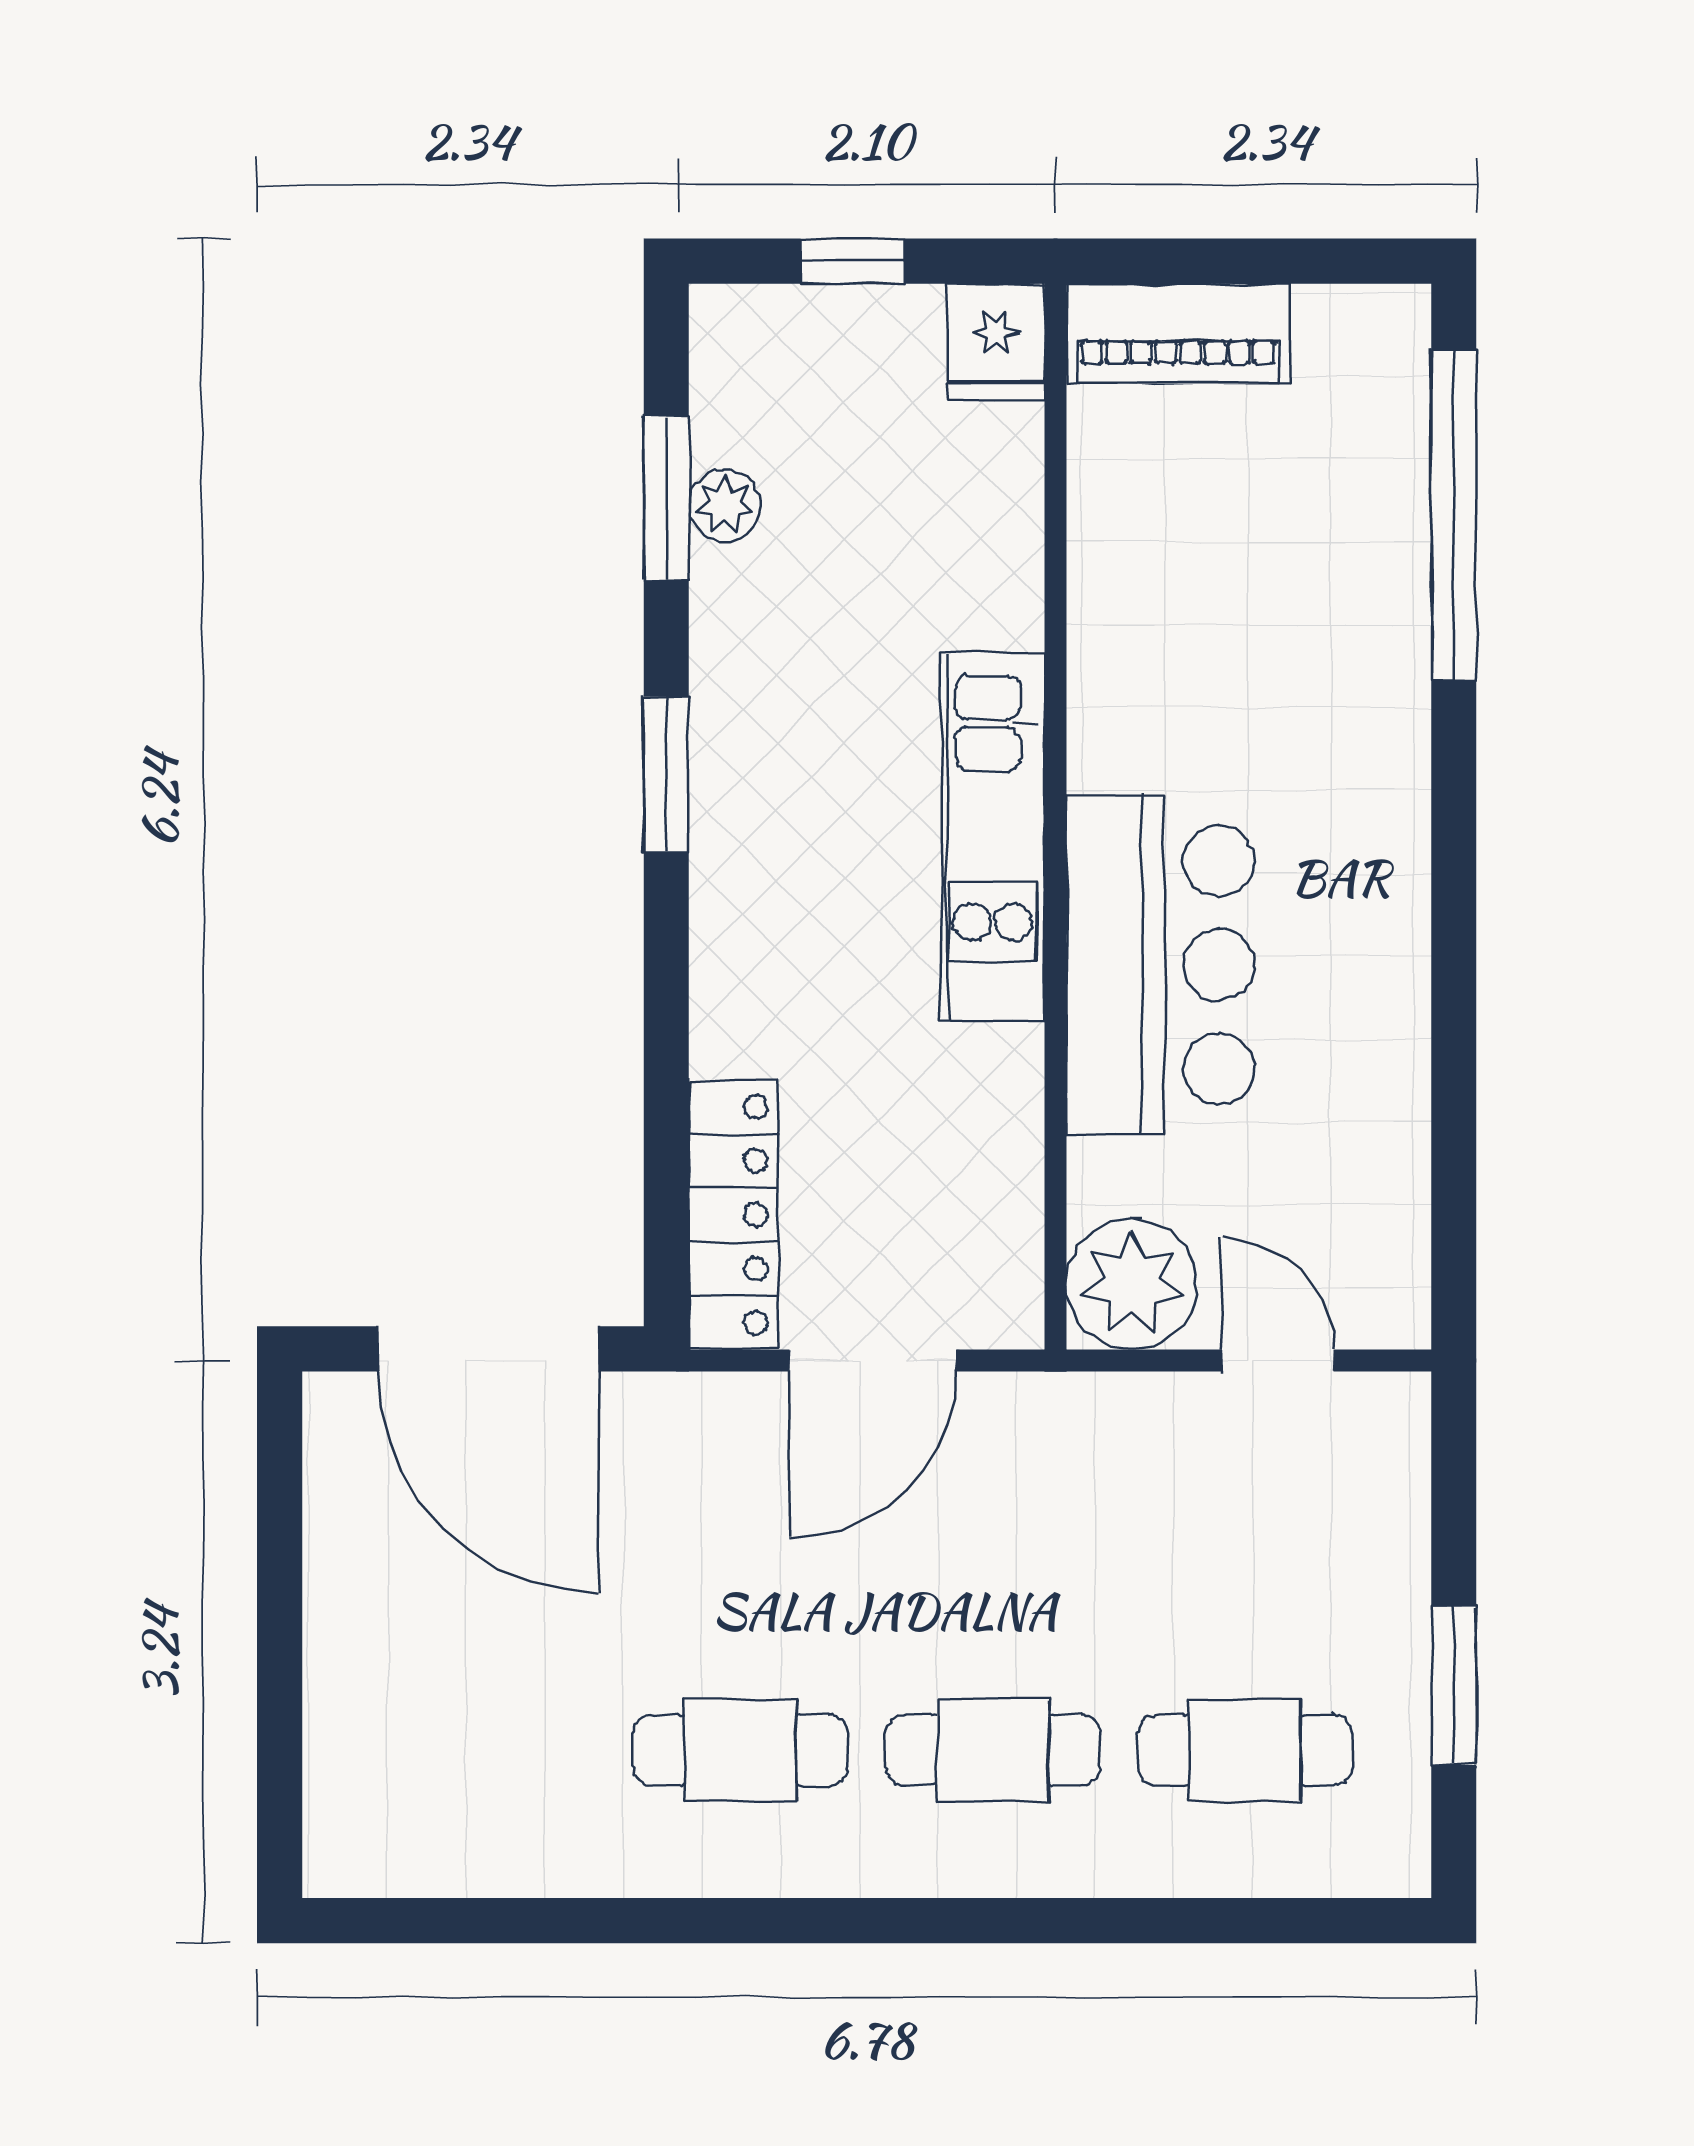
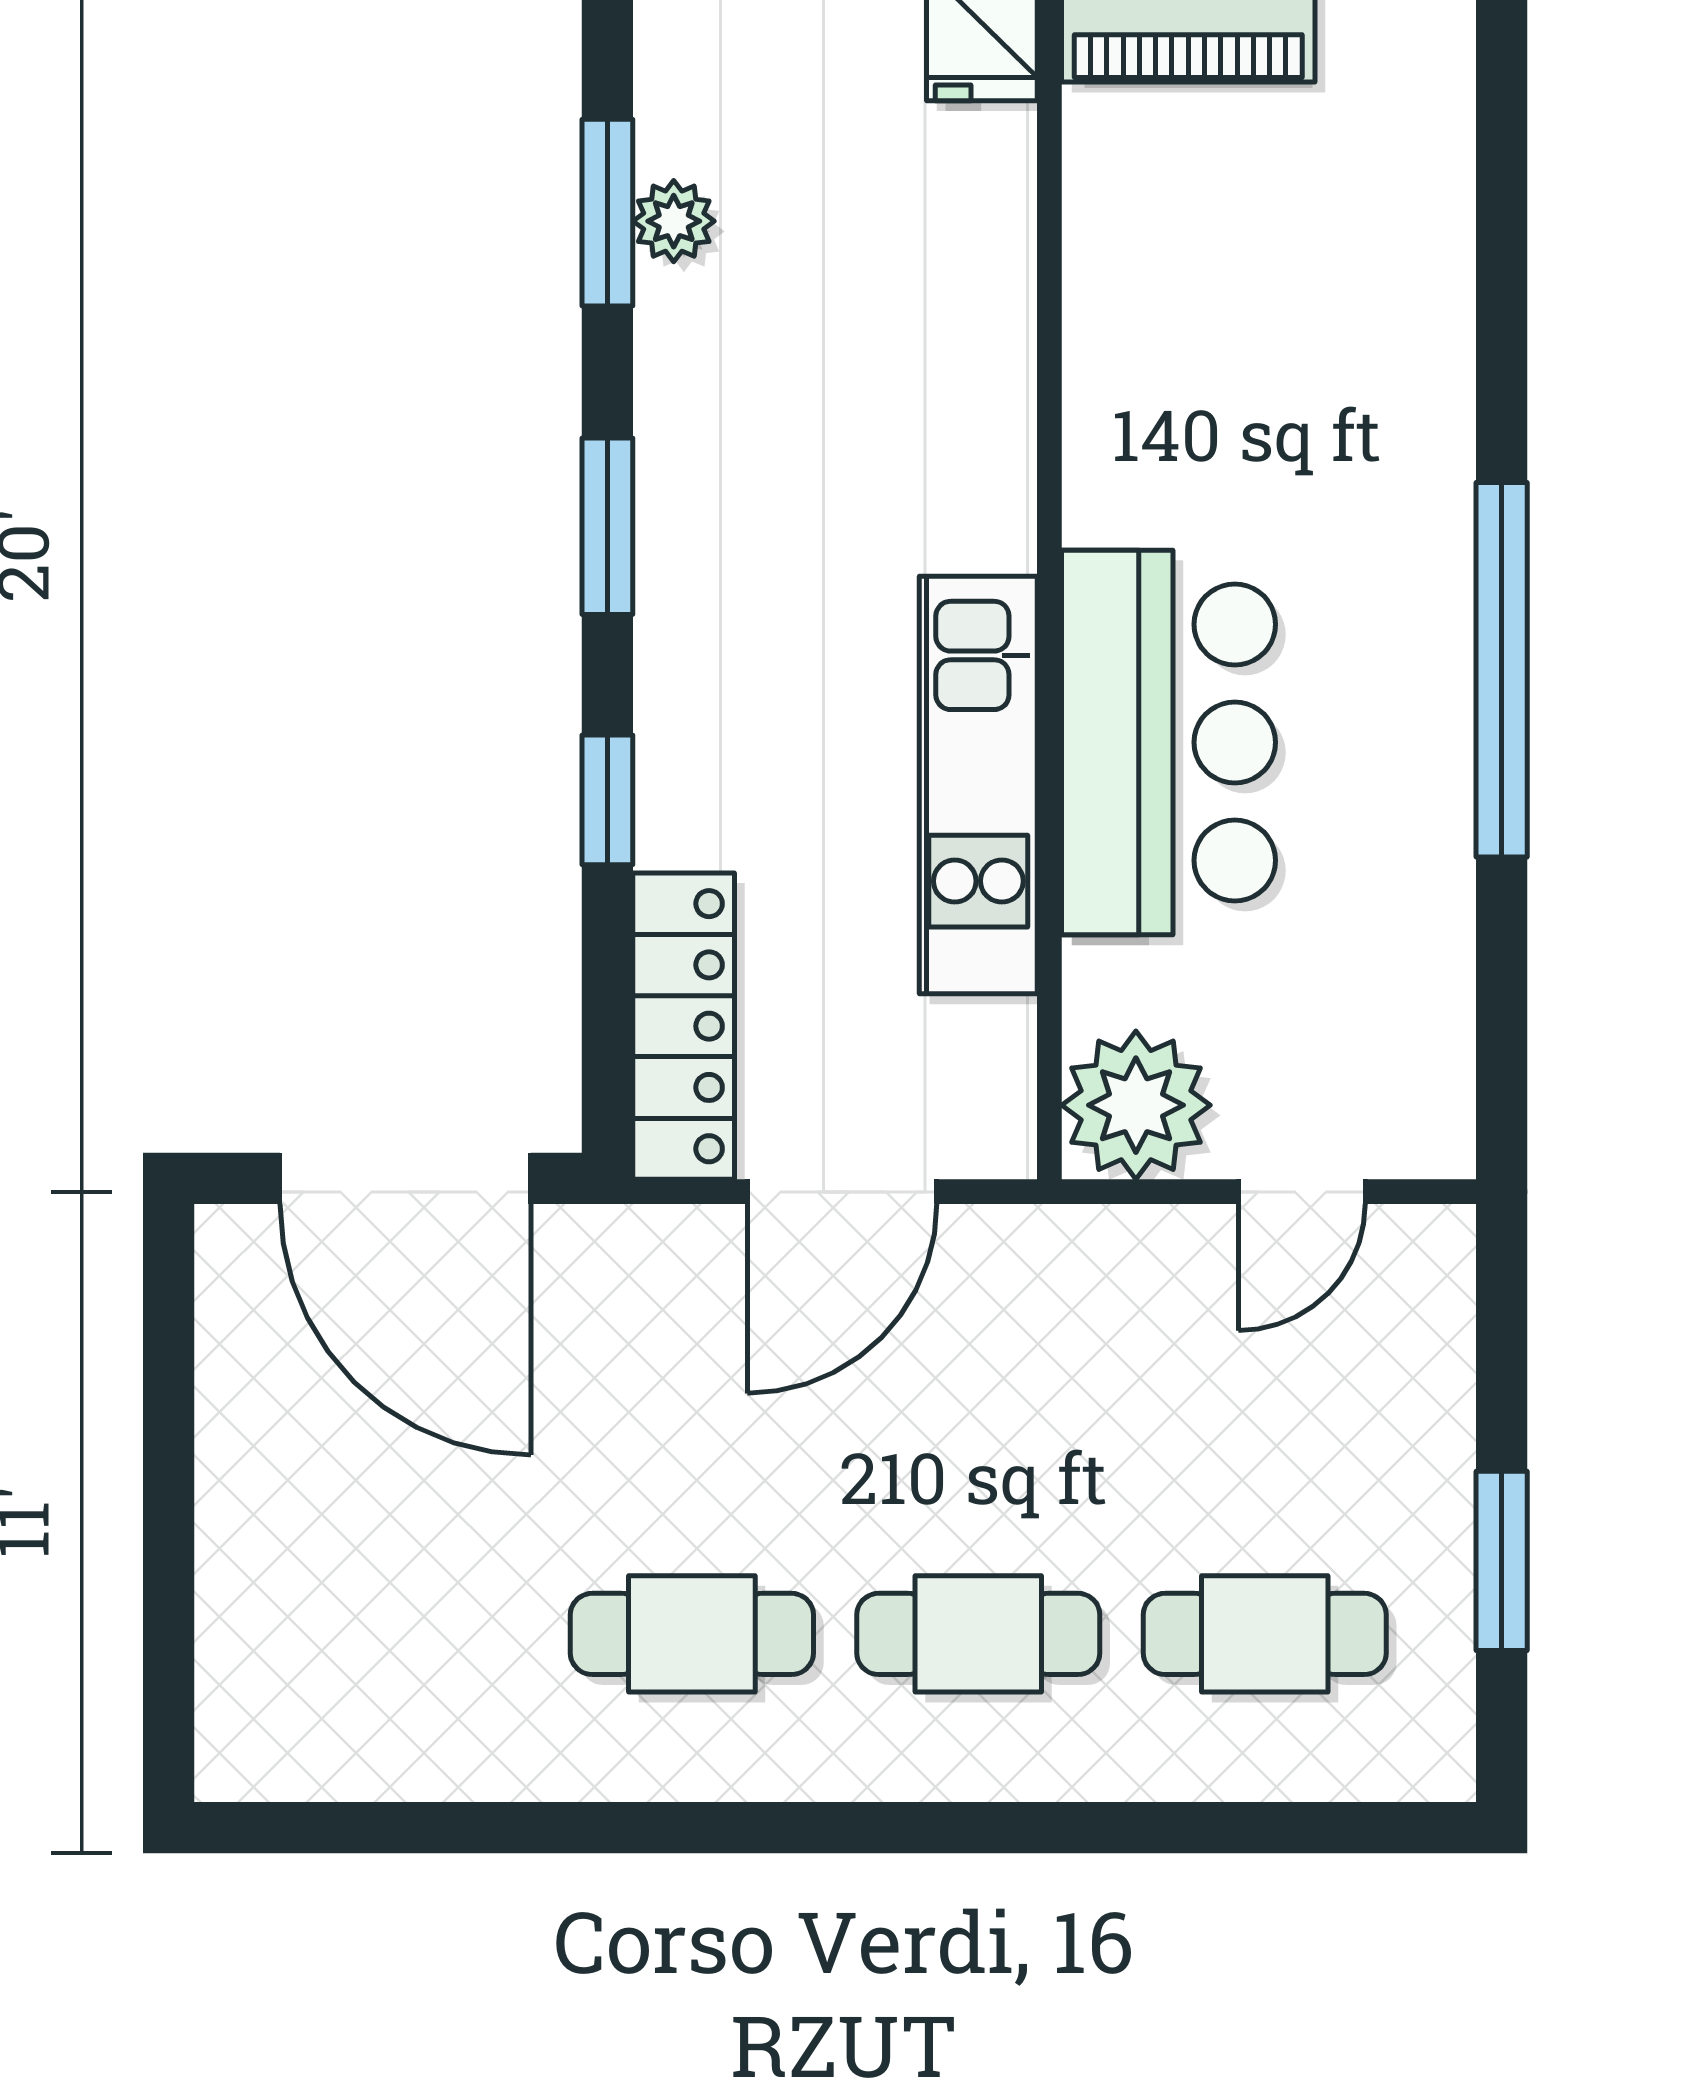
window: (1454, 515) -> (1502, 670), moved
kitchen unit: (993, 837) -> (978, 785), moved
window: (666, 1015) -> (607, 800), added
door: (1278, 1361) -> (1302, 1192), swing flipped

